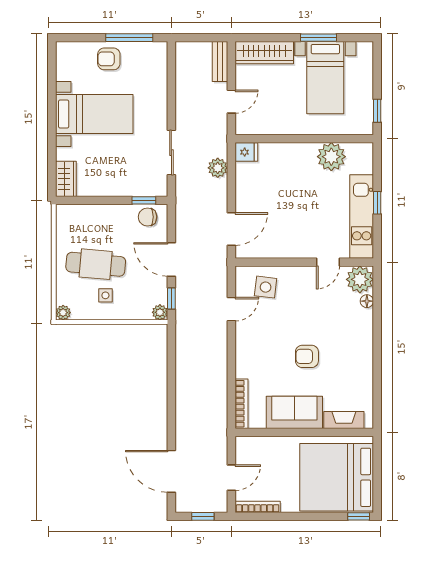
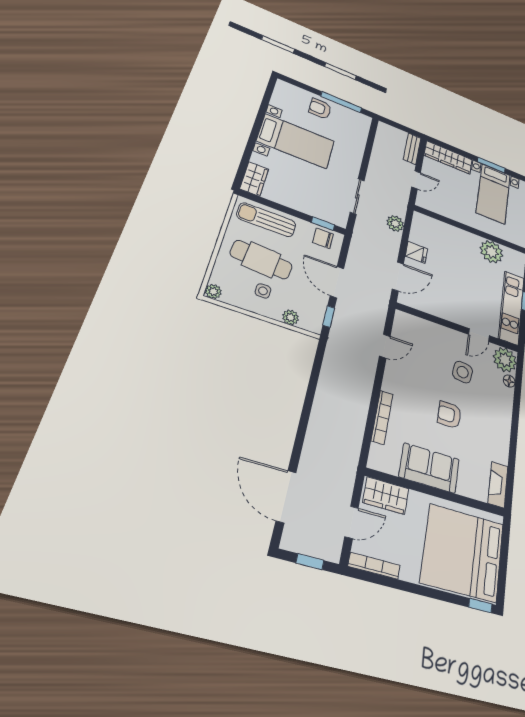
fridge: (246, 152) -> (416, 252), moved
sun lounger: (89, 220) -> (266, 220), added
side table: (266, 287) -> (463, 372), moved
plant: (160, 312) -> (291, 317), moved
bookcase: (241, 404) -> (382, 417), moved
fireplace: (344, 420) -> (498, 485), moved, turned -90
wardrobe: (258, 448) -> (386, 496), added

